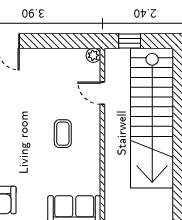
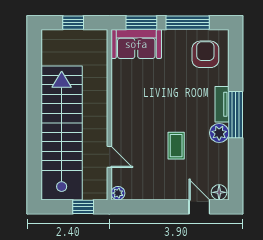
coffee table: (63, 134) -> (176, 146), moved

